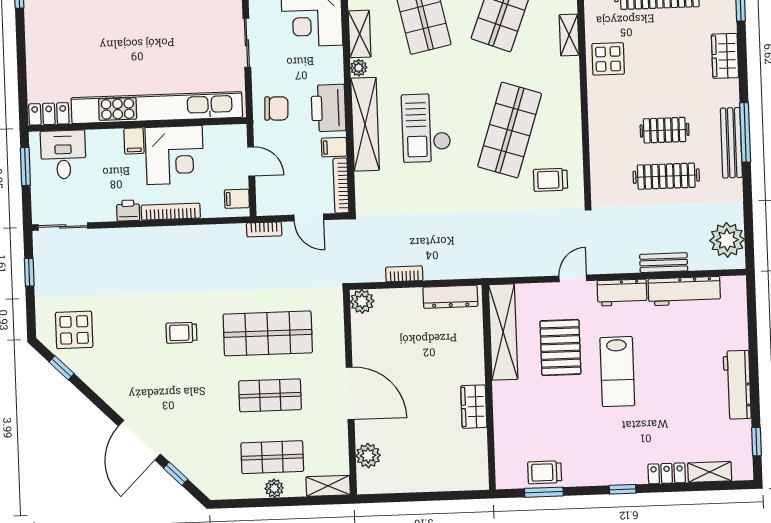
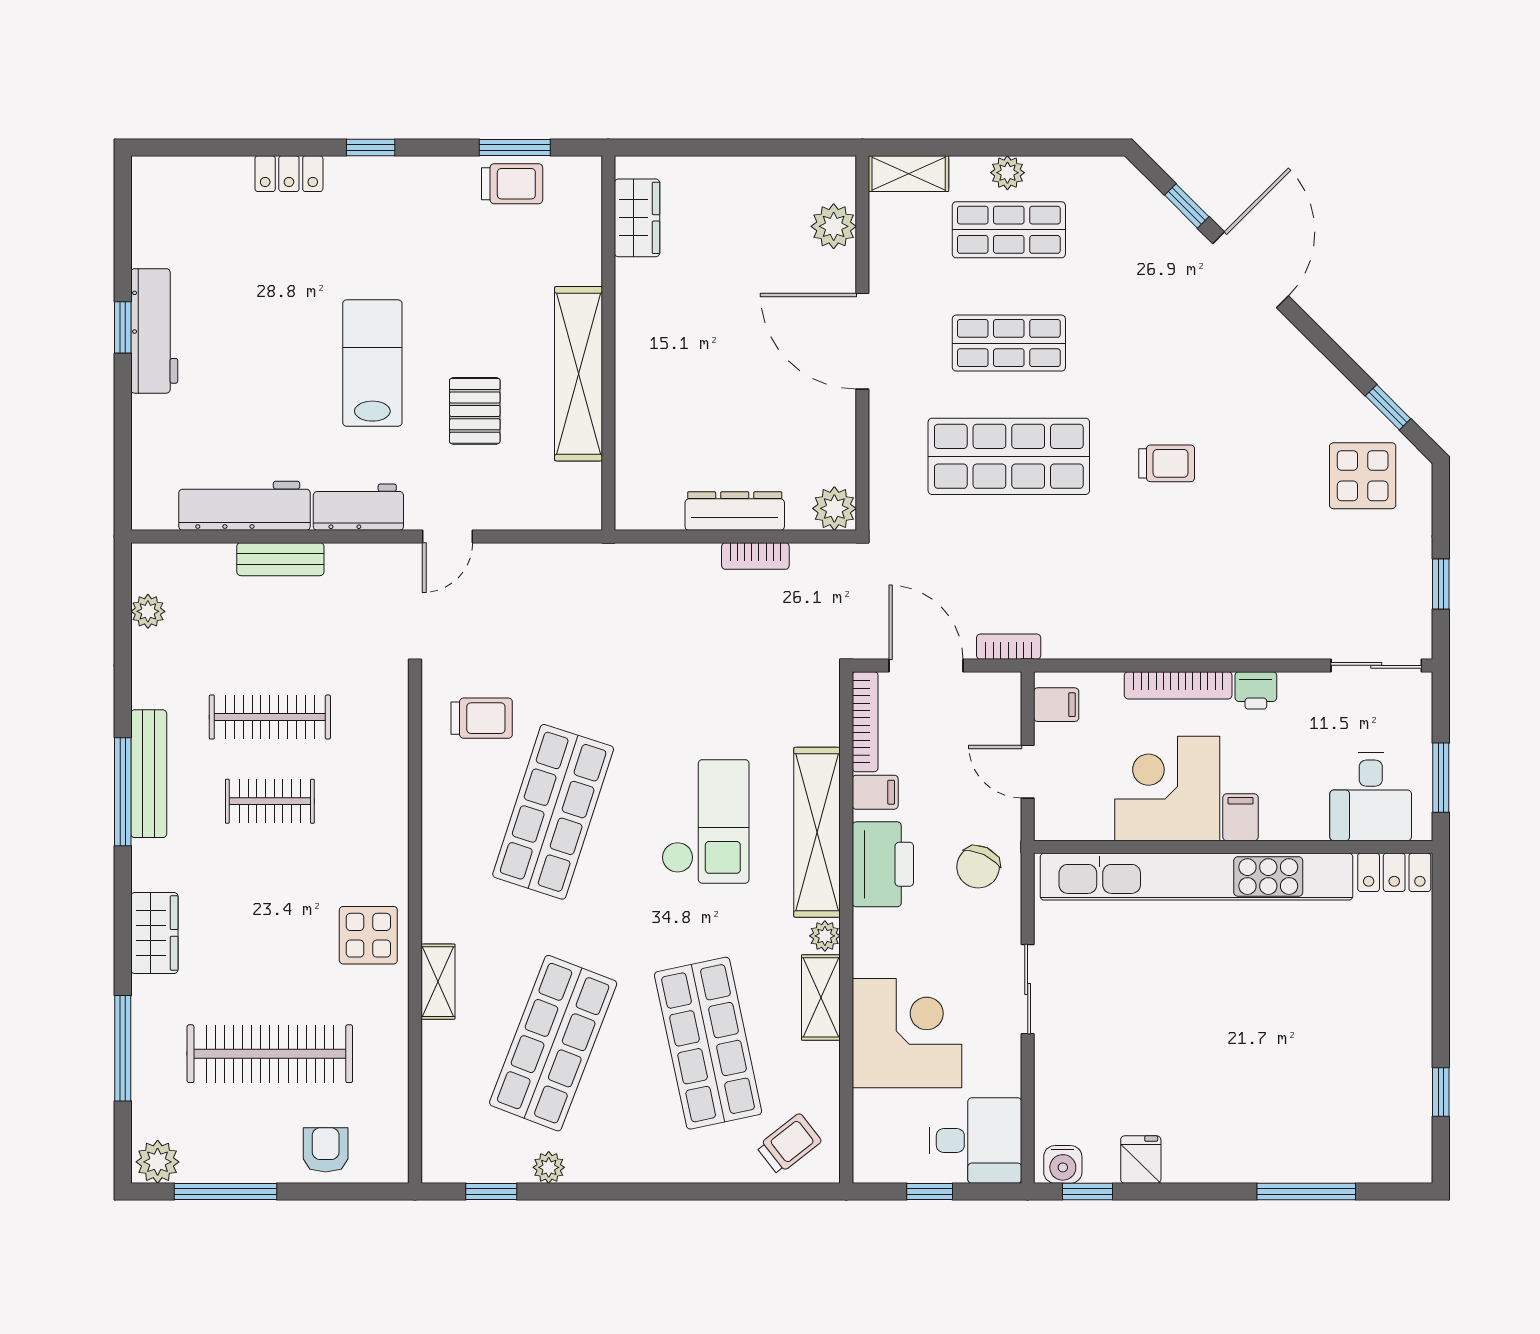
chair: (276, 108) -> (978, 867), turned -67
door: (309, 217) -> (926, 665), width x1.38
plant: (727, 240) -> (148, 611), width x0.53, depth x0.53
dresser: (450, 297) -> (735, 511), moved
shelving: (503, 332) -> (579, 374), moved
pallet: (560, 347) -> (475, 411), width x0.67, depth x0.71
wardrobe: (474, 407) -> (637, 218), moved
window: (756, 442) -> (123, 327), moved
shelving: (710, 472) -> (210, 173), removed

